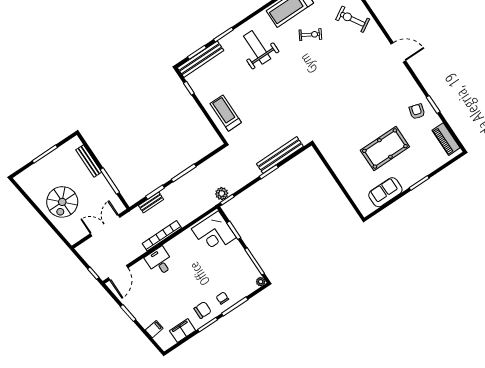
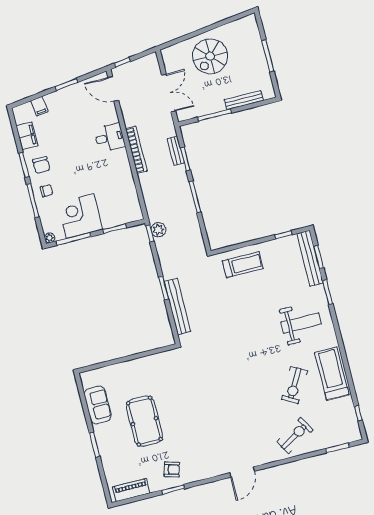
exercise bike: (310, 35) -> (294, 385), width x1.38, depth x1.39
spiral stairs: (62, 202) -> (210, 56), turned -90
corner desk: (214, 233) -> (80, 216), moved

